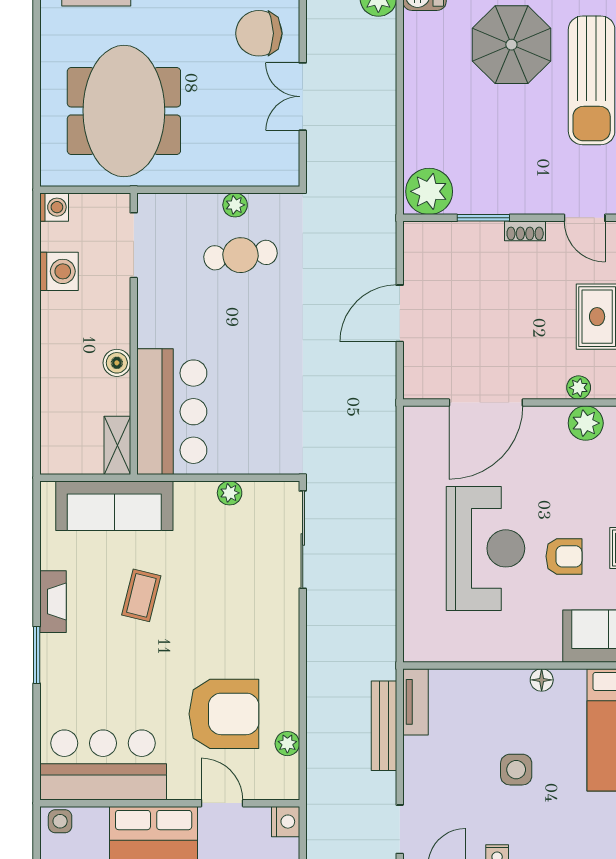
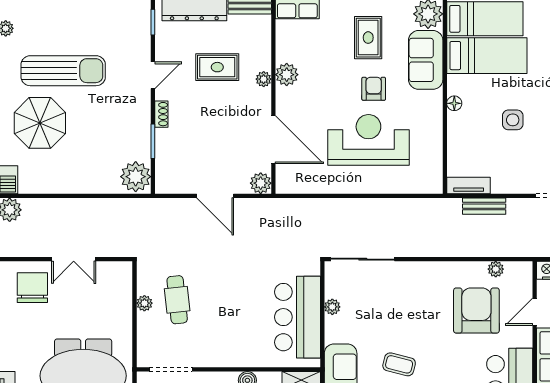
chair: (259, 33) -> (32, 288), turned 180
plant: (419, 383) -> (261, 183), added
bar counter: (172, 412) -> (297, 317), moved, turned -90
bench: (384, 726) -> (484, 206), width x0.73

